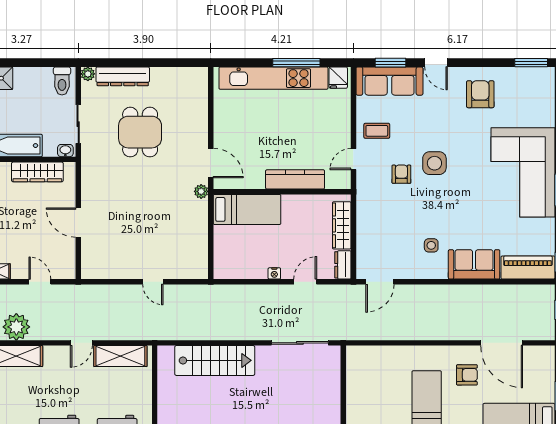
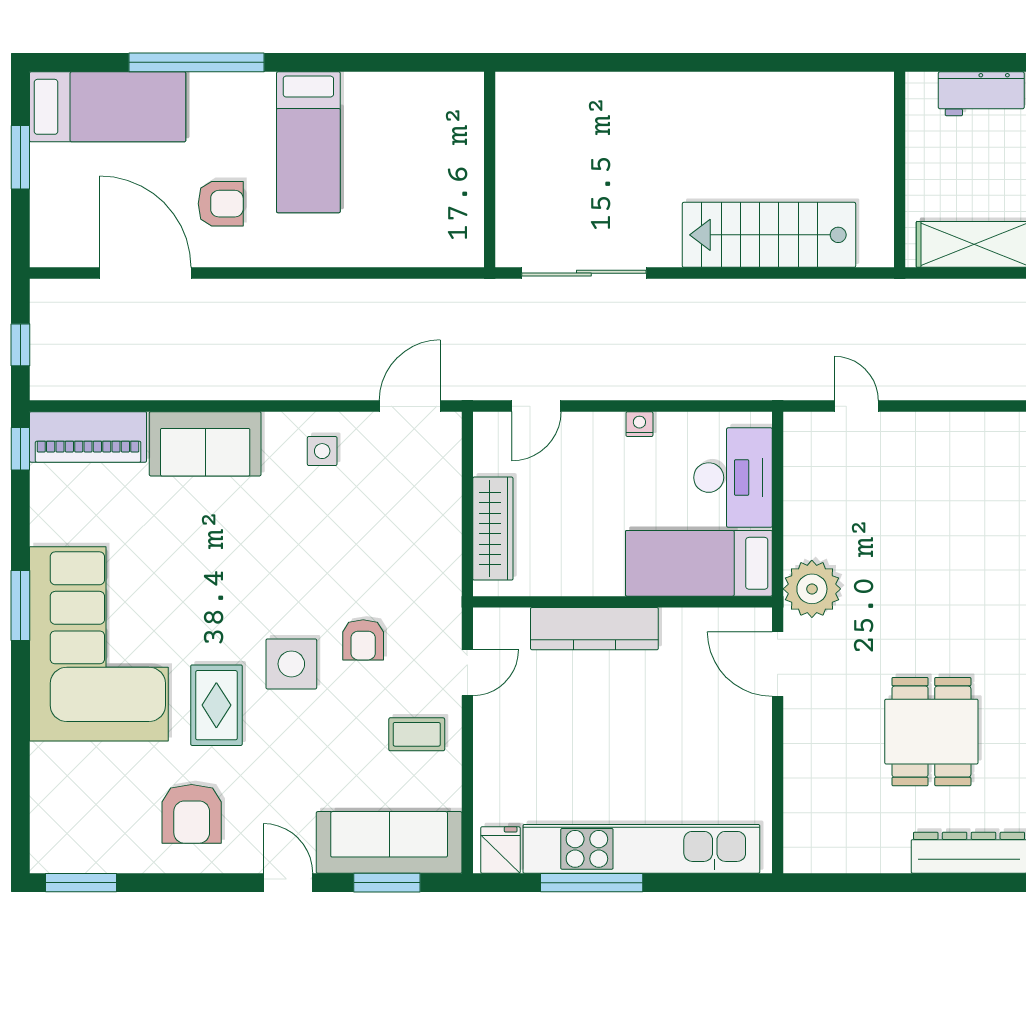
rug: (469, 144) -> (216, 705), added
plant: (201, 191) -> (812, 589), width x1.87, depth x1.87
side table: (431, 245) -> (322, 451), moved
desk: (231, 249) -> (733, 478), added
dresser: (343, 265) -> (490, 443), removed
door: (153, 282) -> (856, 406), moved
door: (305, 282) -> (536, 406), moved
armchair: (467, 375) -> (221, 204), turned 180

